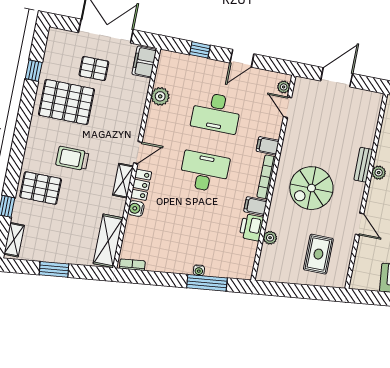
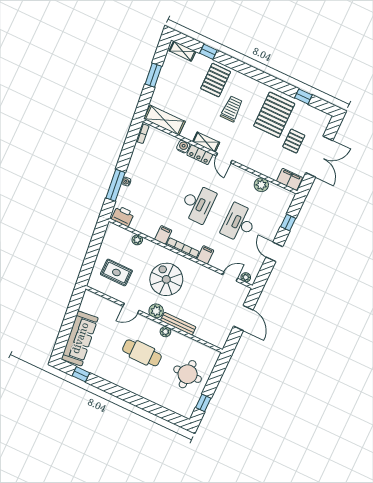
bench: (363, 165) -> (178, 324), width x1.36
plant: (355, 191) -> (156, 311), added
printer: (251, 227) -> (123, 216), moved

